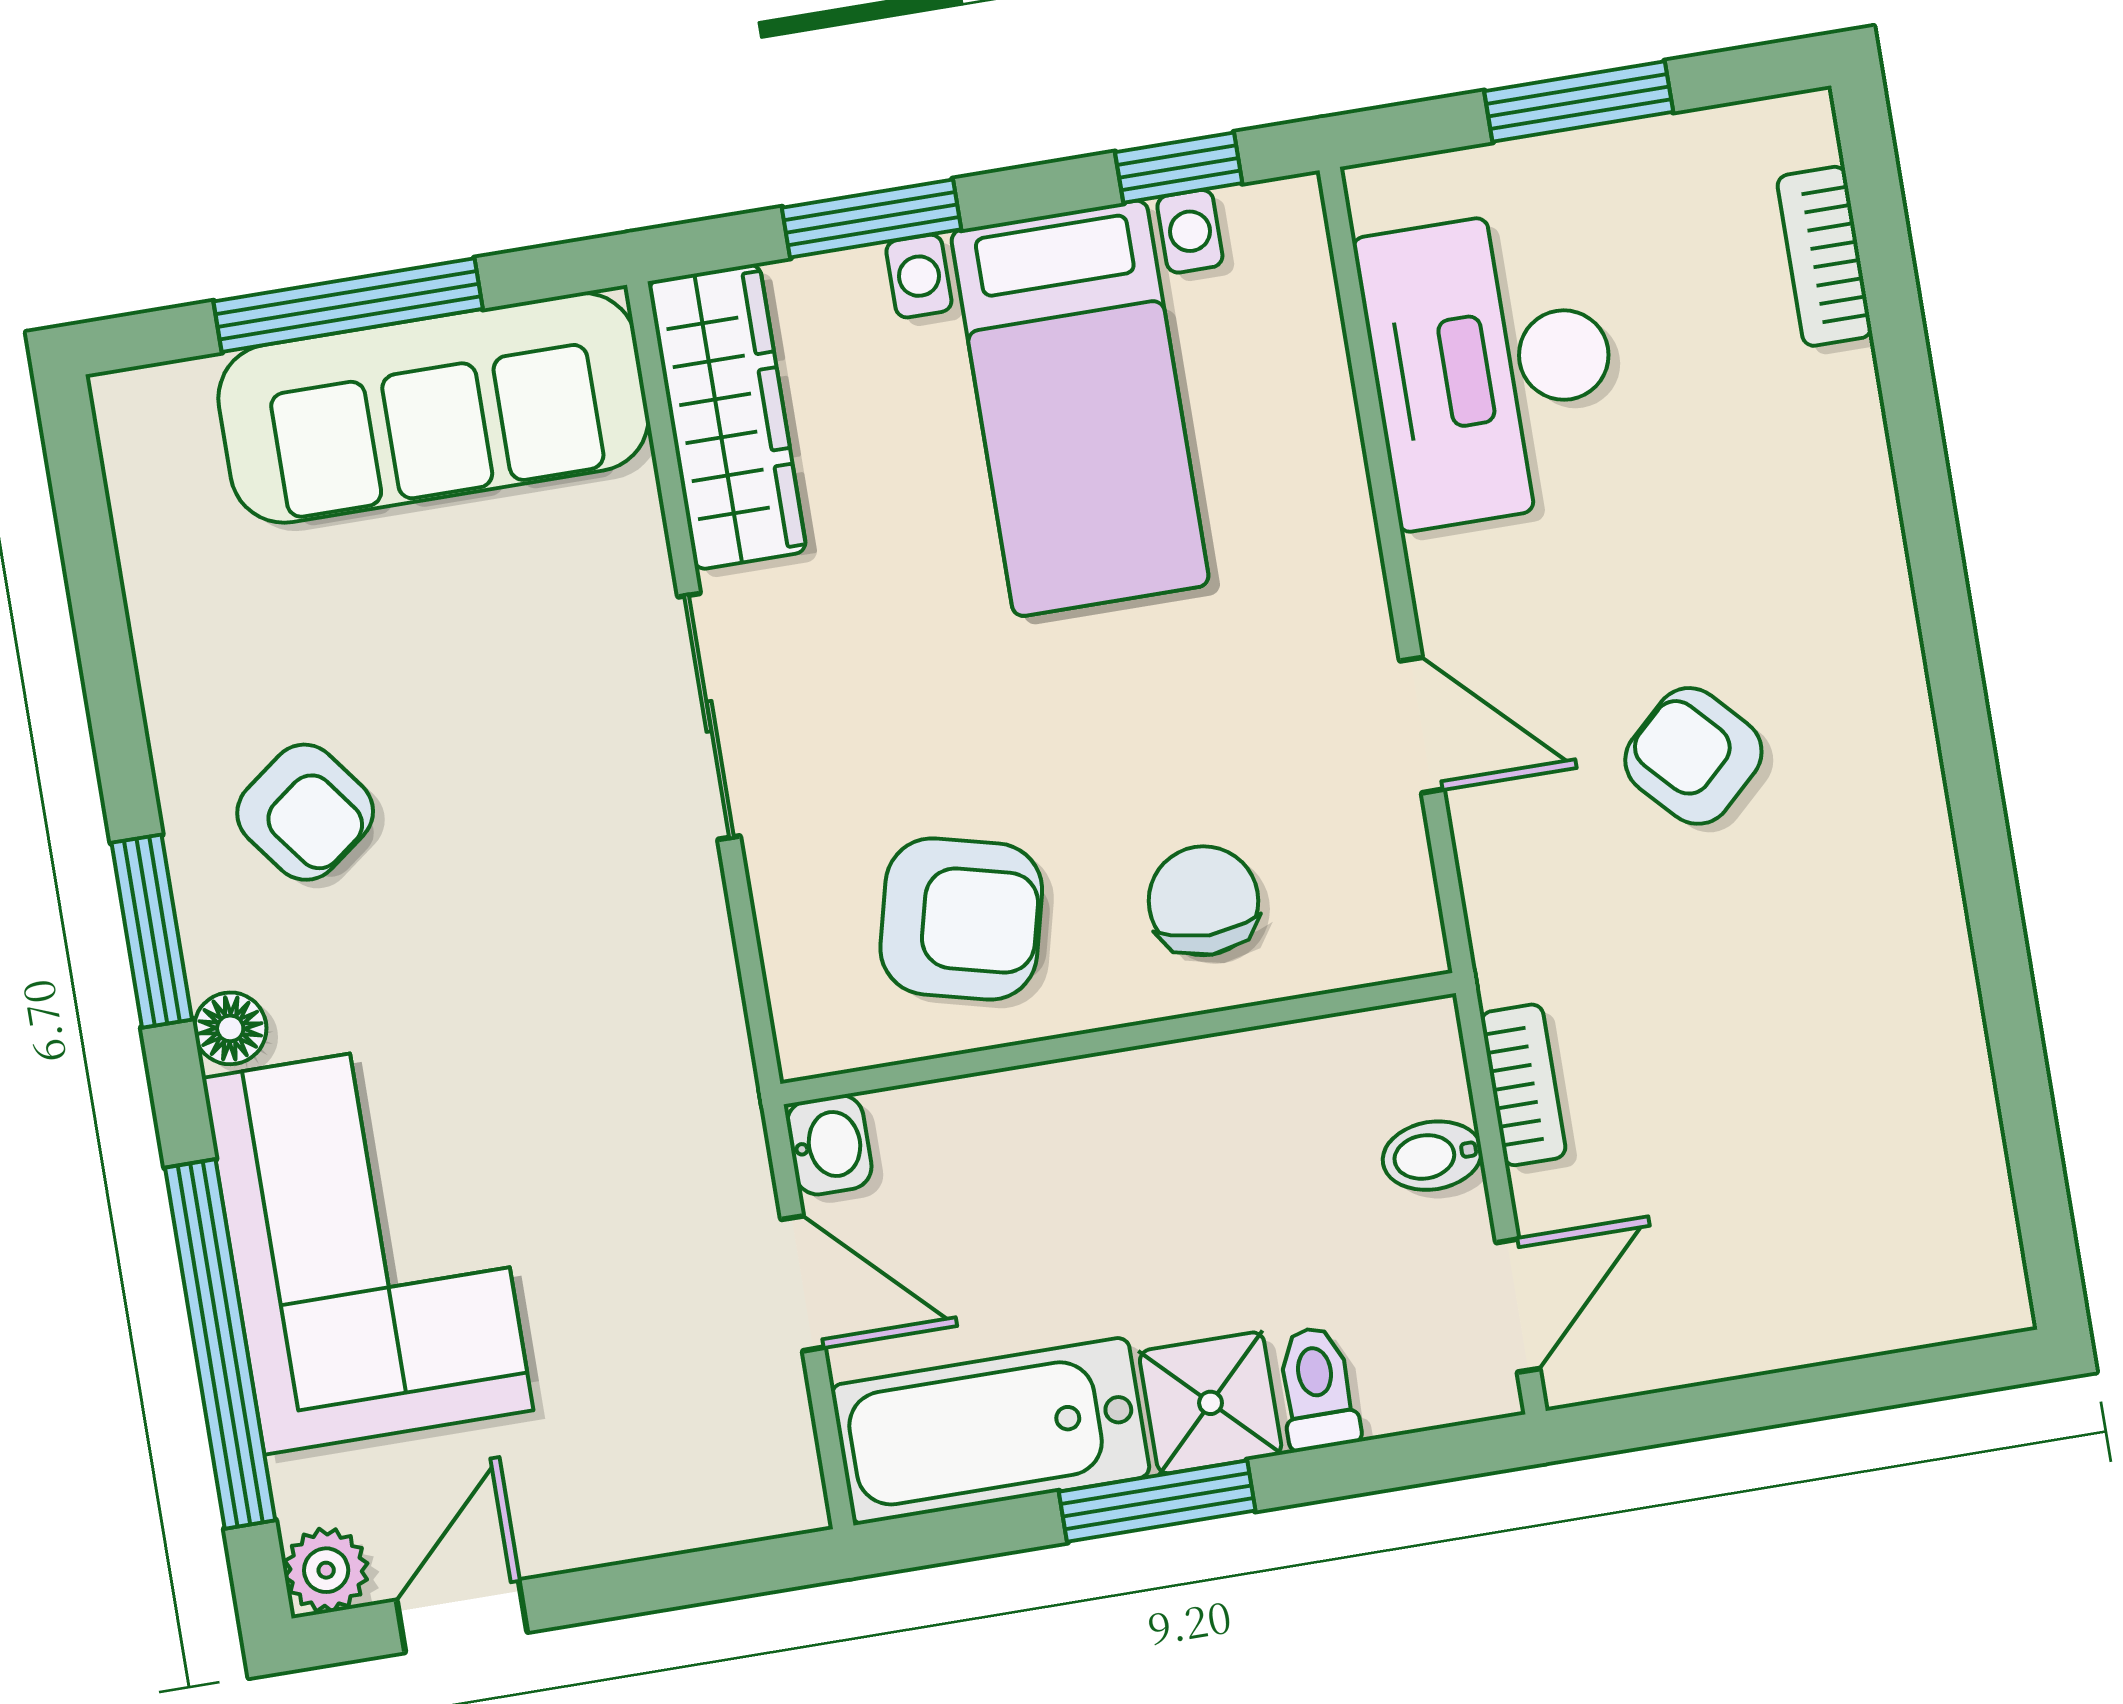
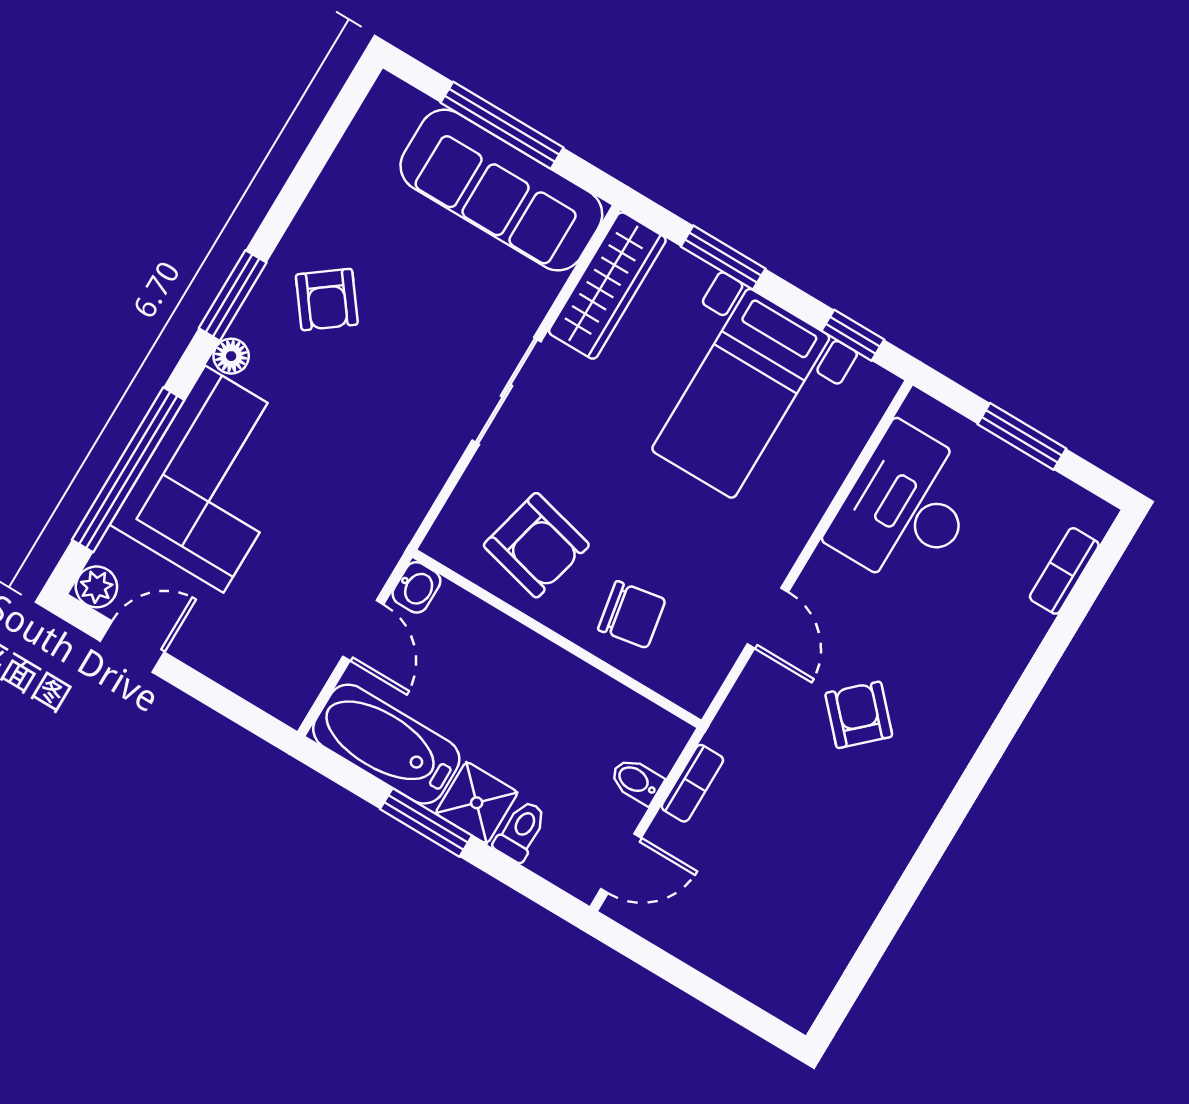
chair: (1203, 901) -> (632, 615), turned 80

